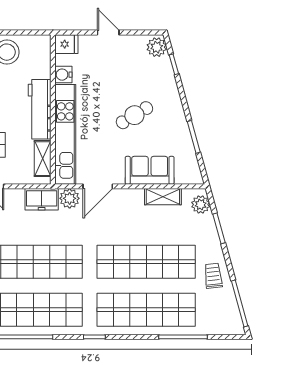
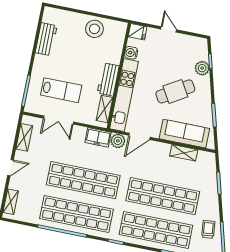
plant: (157, 47) -> (202, 68), moved
workbench: (40, 109) -> (108, 79), width x0.73
cafe table: (134, 115) -> (175, 91), width x1.37, depth x1.35
sofa: (150, 170) -> (184, 134), width x1.36
plant: (201, 204) -> (209, 164), removed
trolley: (213, 276) -> (208, 229), moved

